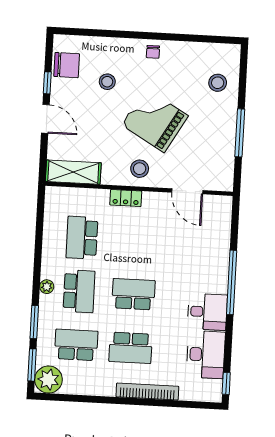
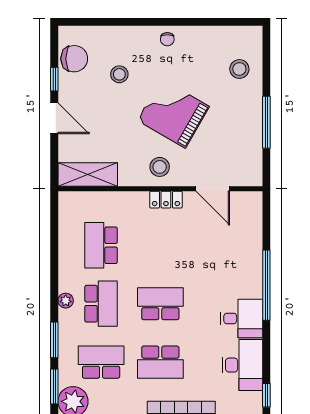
locker: (126, 198) -> (166, 200), moved

